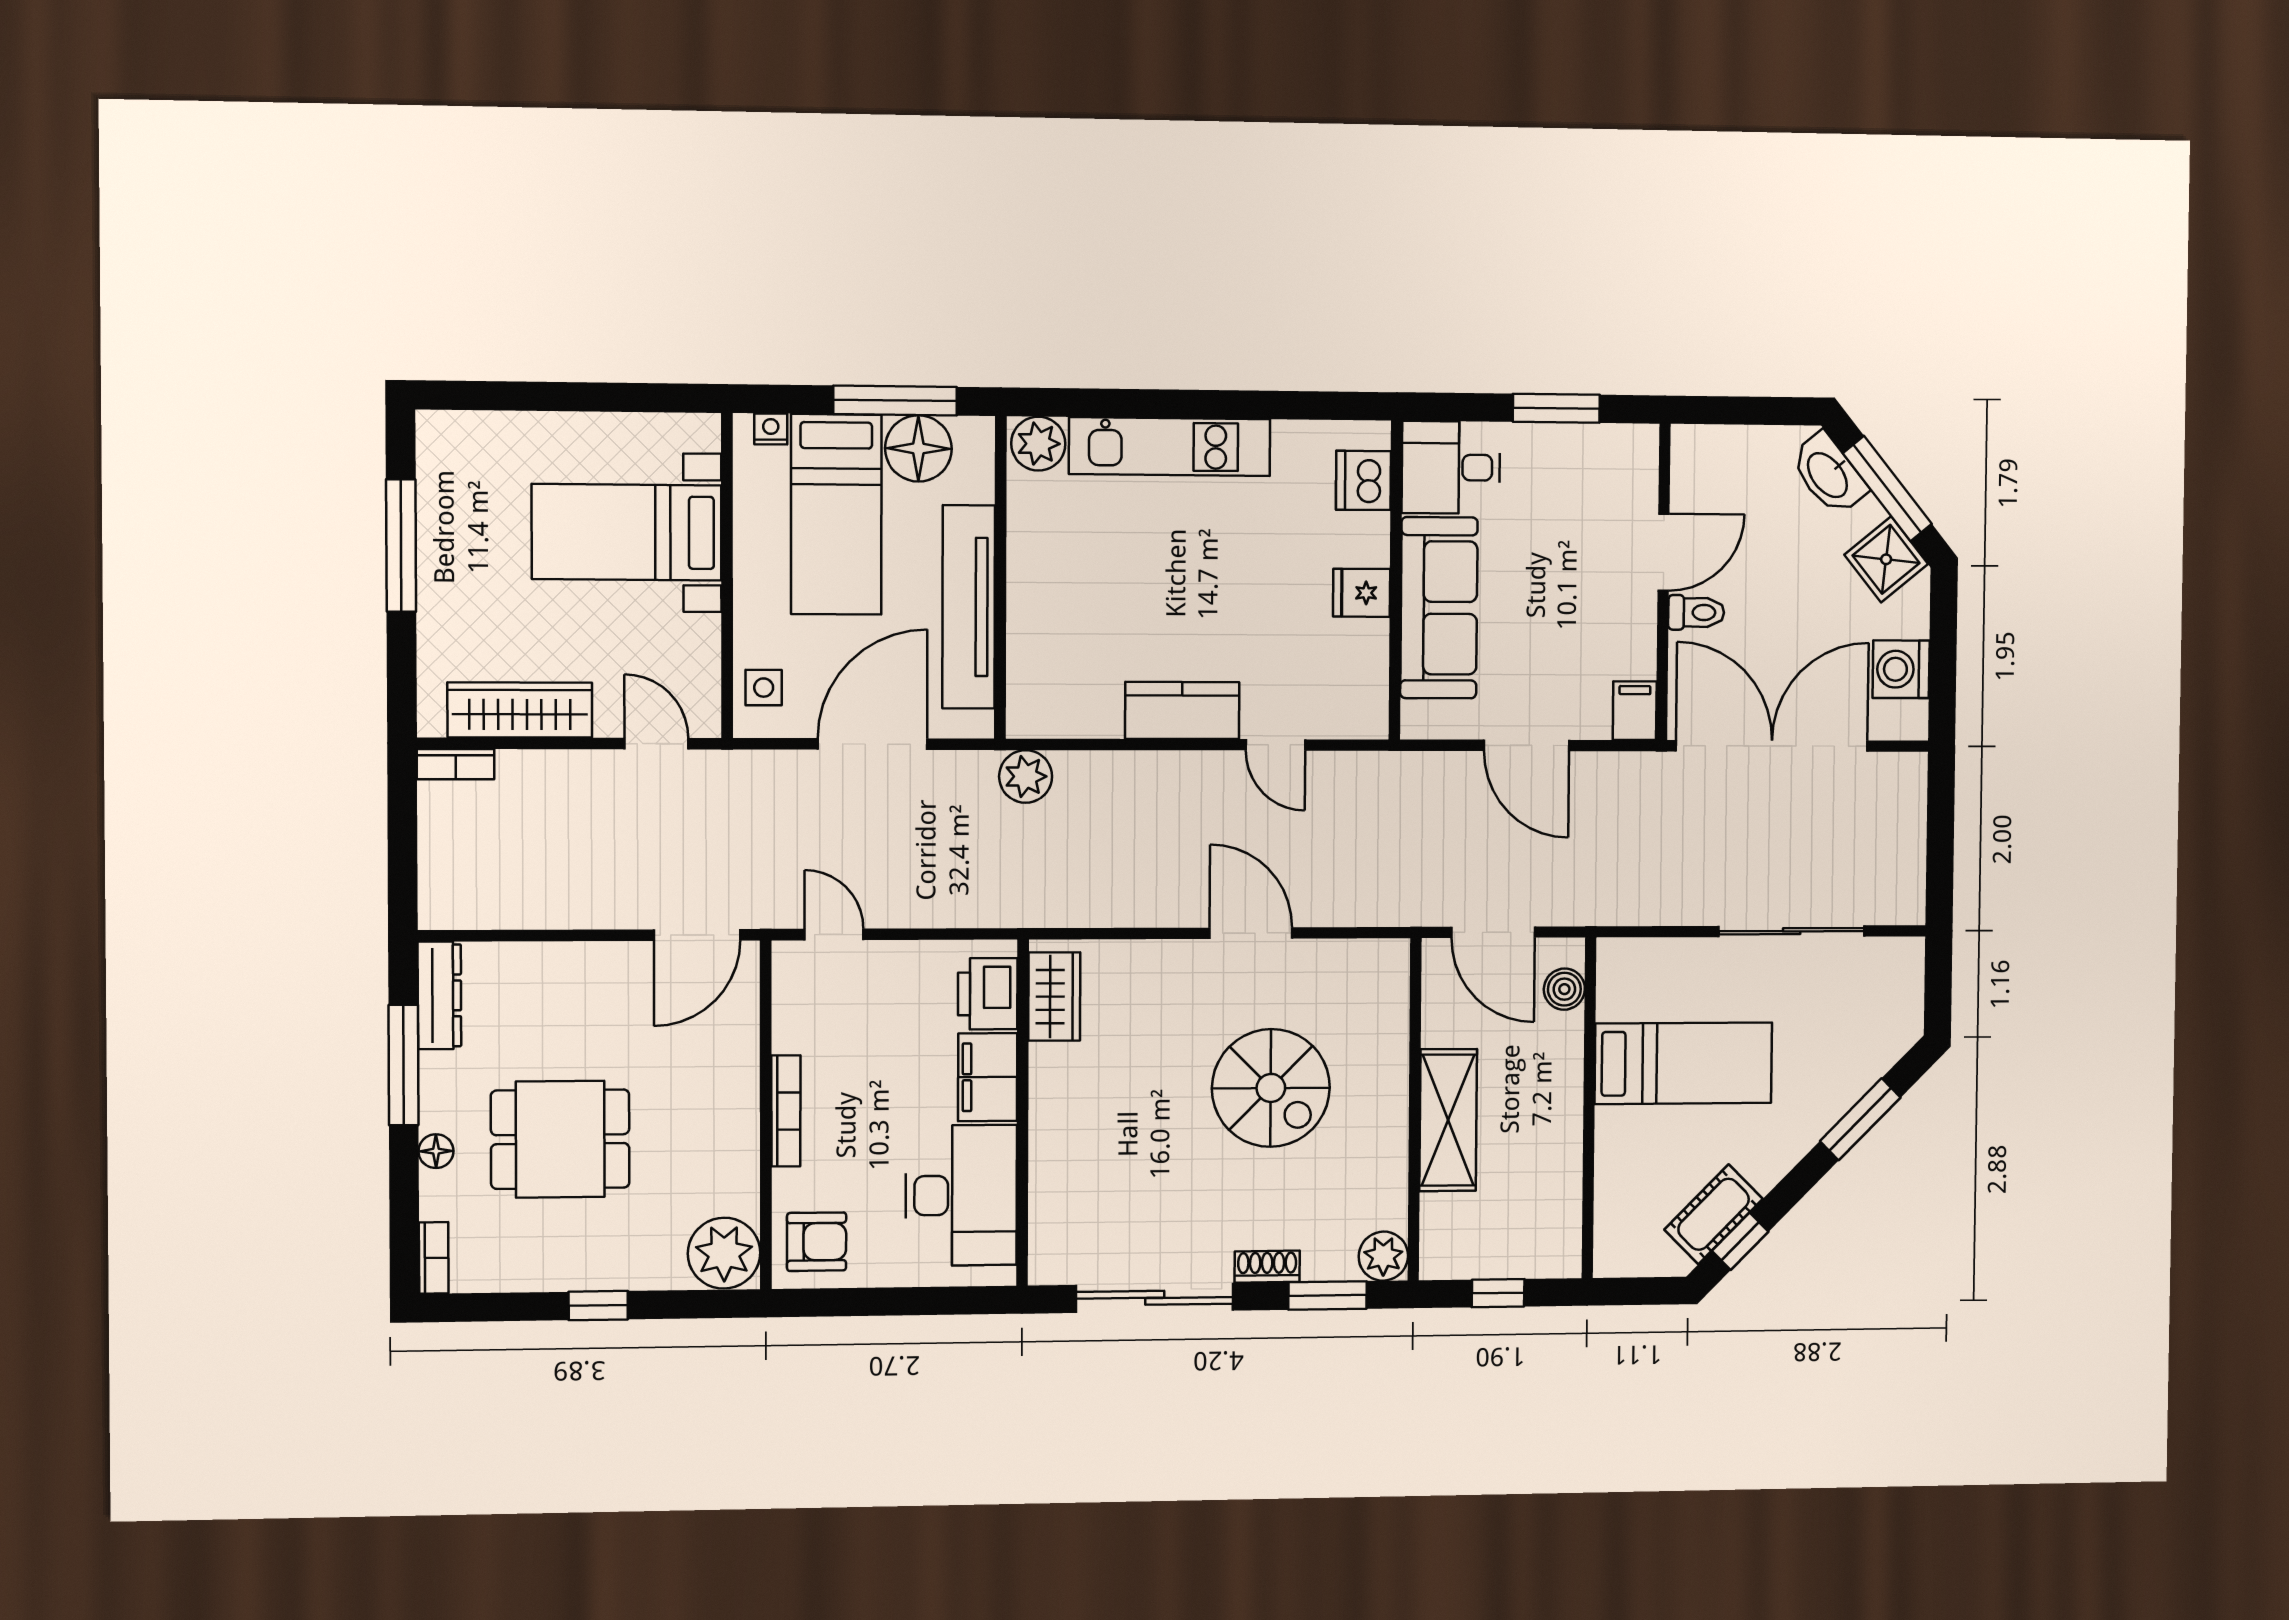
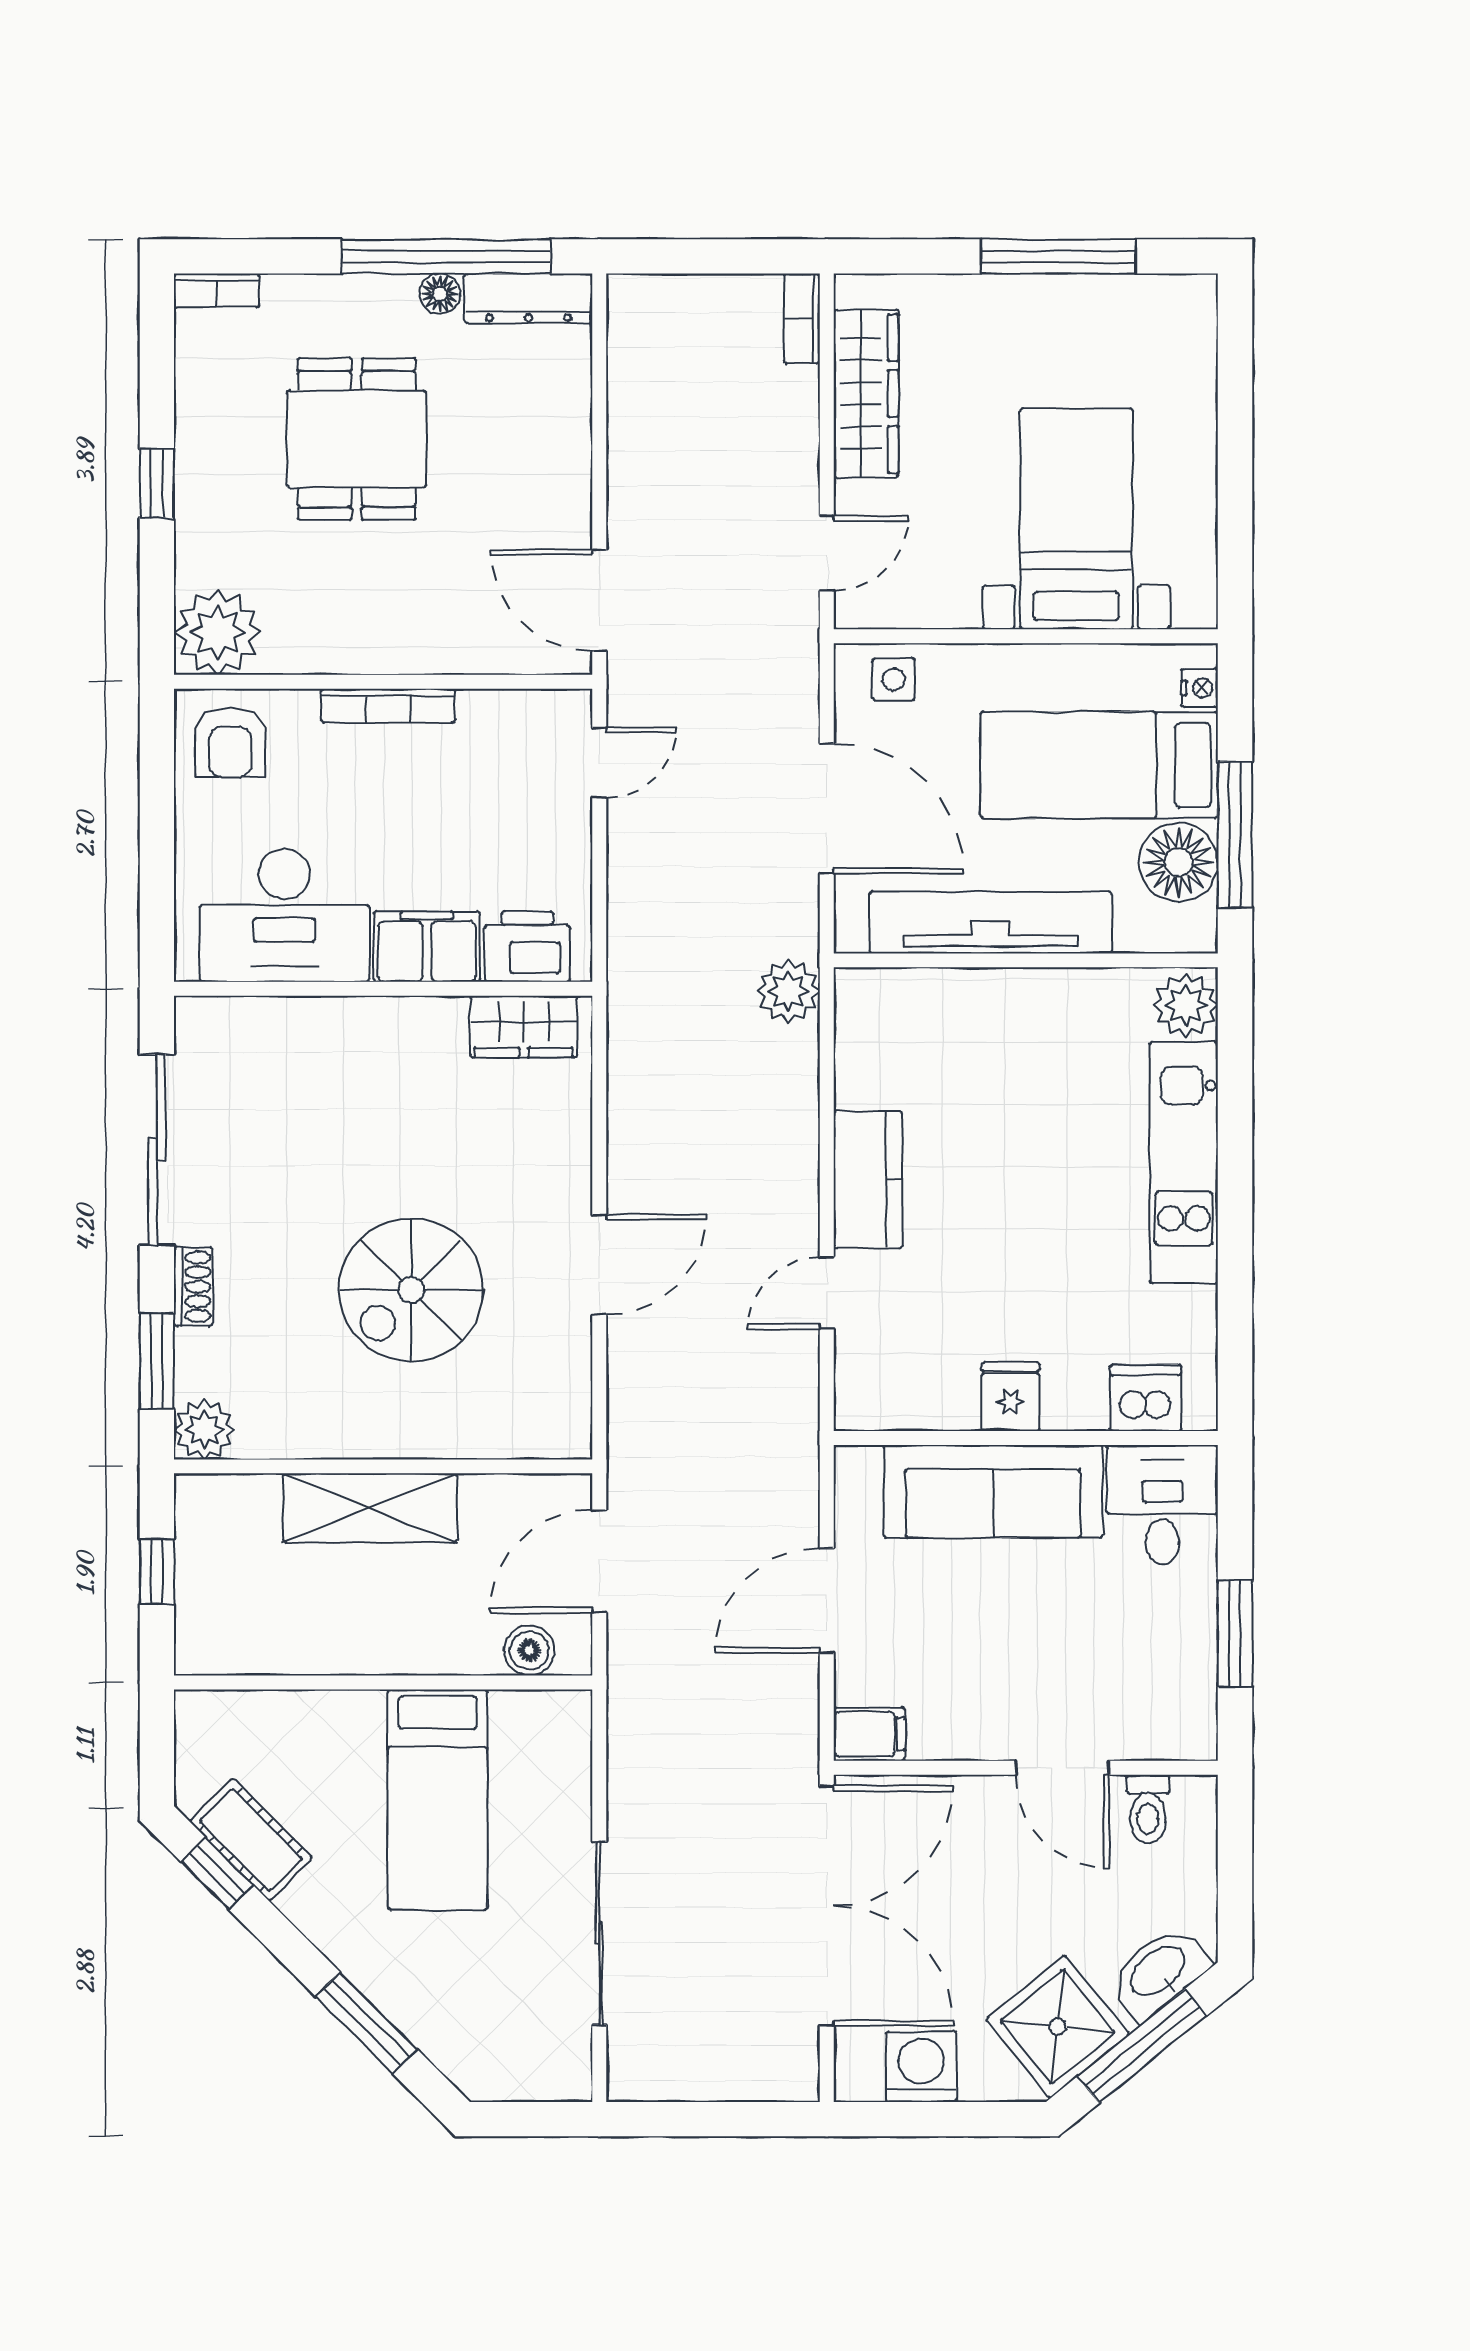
shower: (1886, 559) -> (1058, 2027), width x1.36, depth x1.36
toilet: (1696, 612) -> (1148, 1809), moved
window: (404, 1065) -> (446, 256), width x1.46
floor lamp: (436, 1151) -> (440, 294), moved

